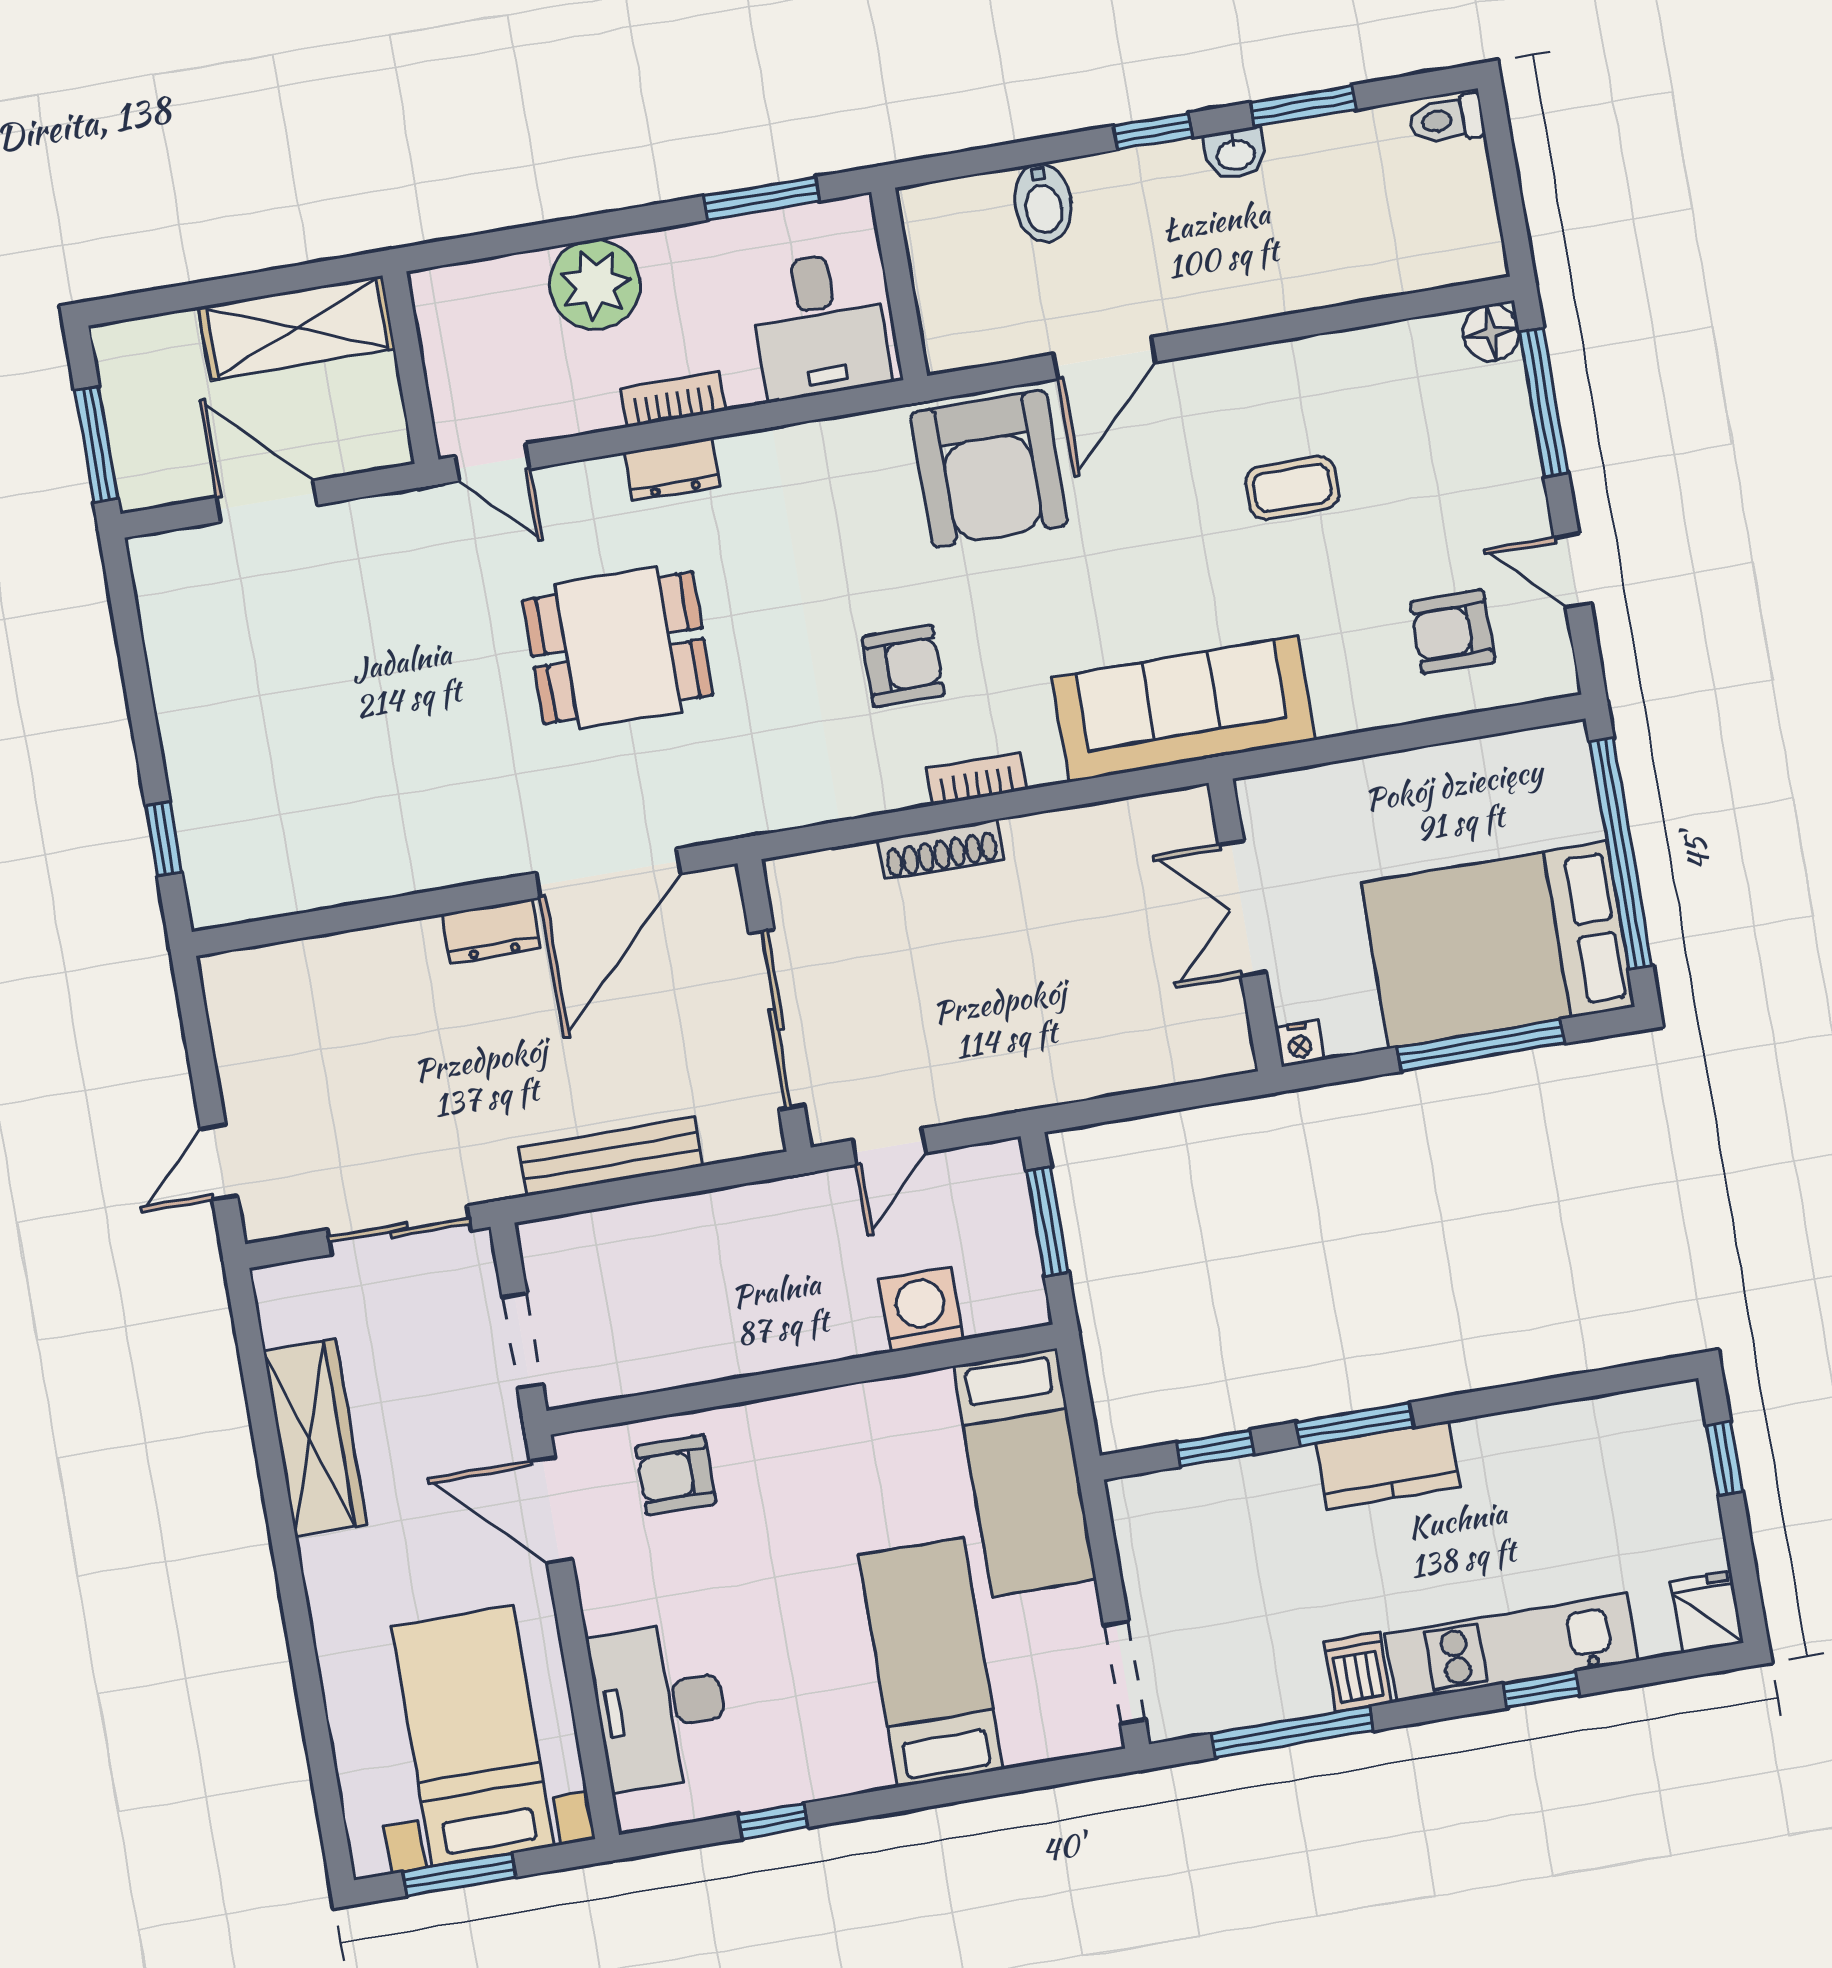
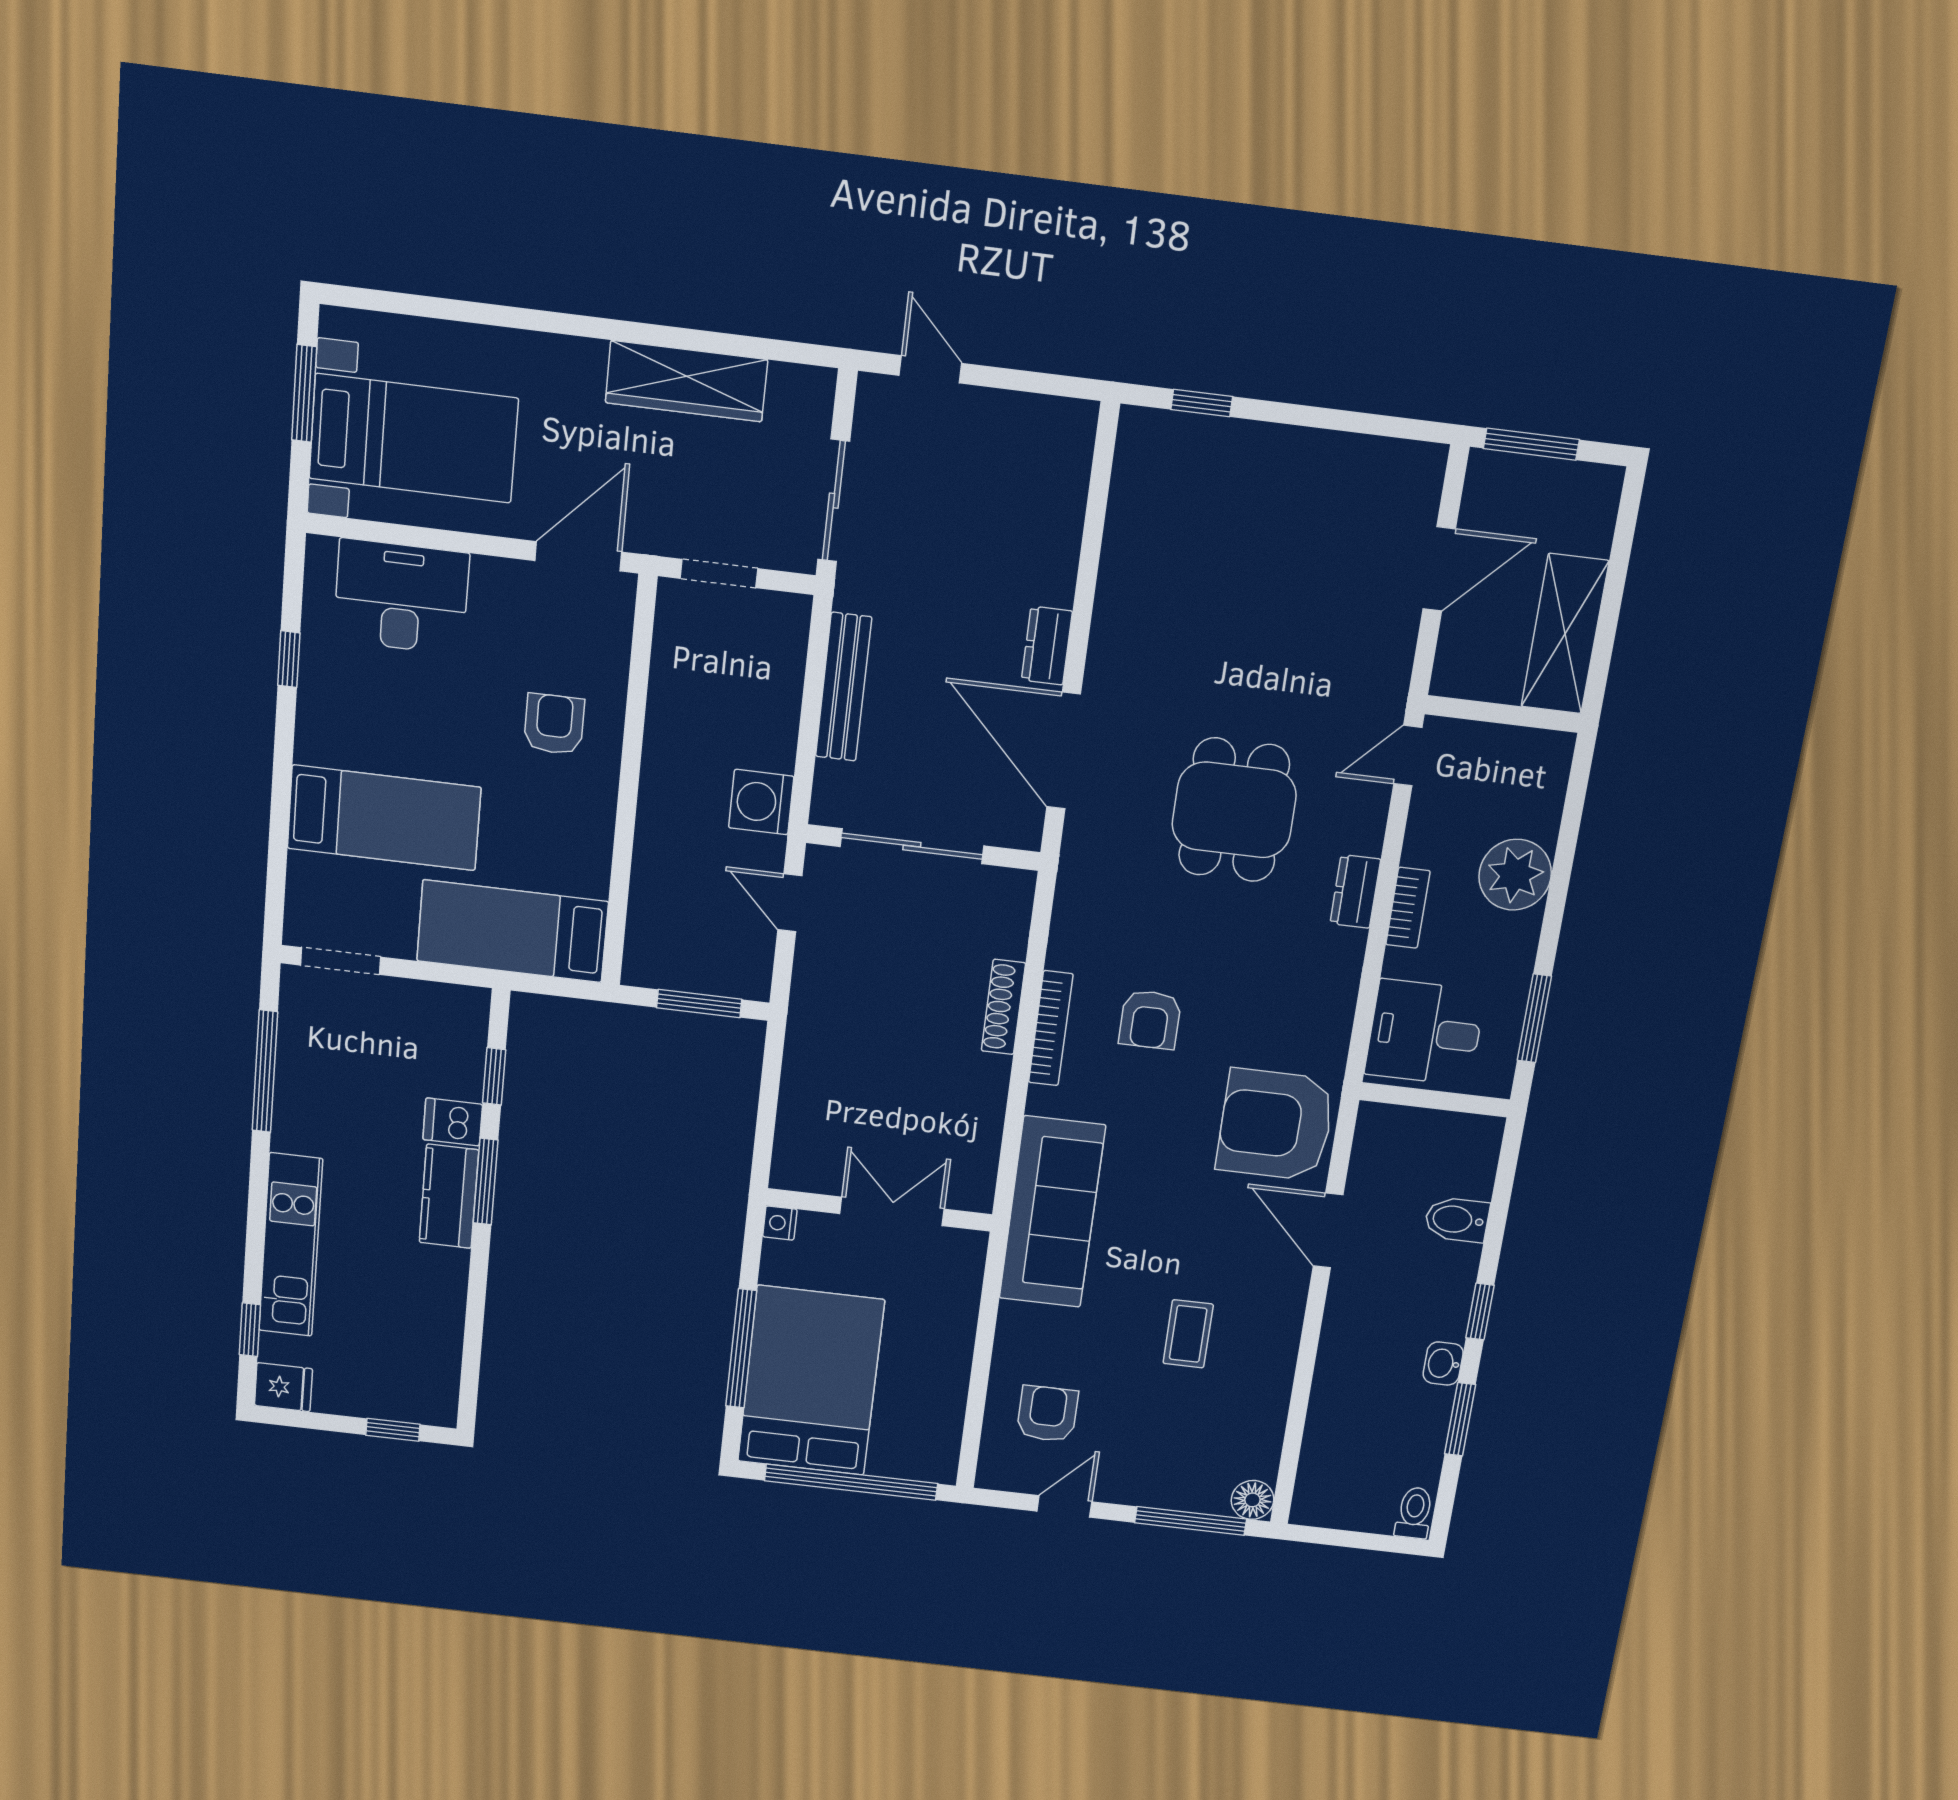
bookcase: (976, 779) -> (1051, 1028), width x1.56
washing machine: (921, 1309) -> (761, 802), moved, turned 180
armchair: (676, 1475) -> (554, 724), moved
dishwasher: (1358, 1672) -> (453, 1122), moved, turned 180
window: (1542, 1689) -> (250, 1330), moved

